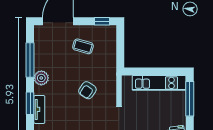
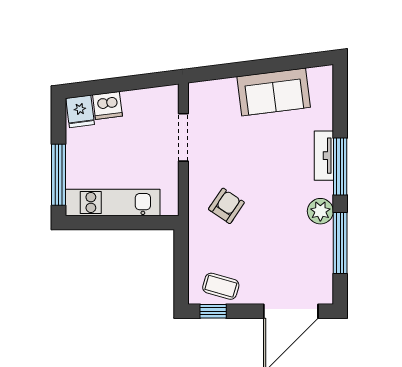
coffee table: (83, 46) -> (221, 286), moved
armchair: (87, 90) -> (226, 206), moved
window: (30, 103) -> (340, 166), width x1.44

